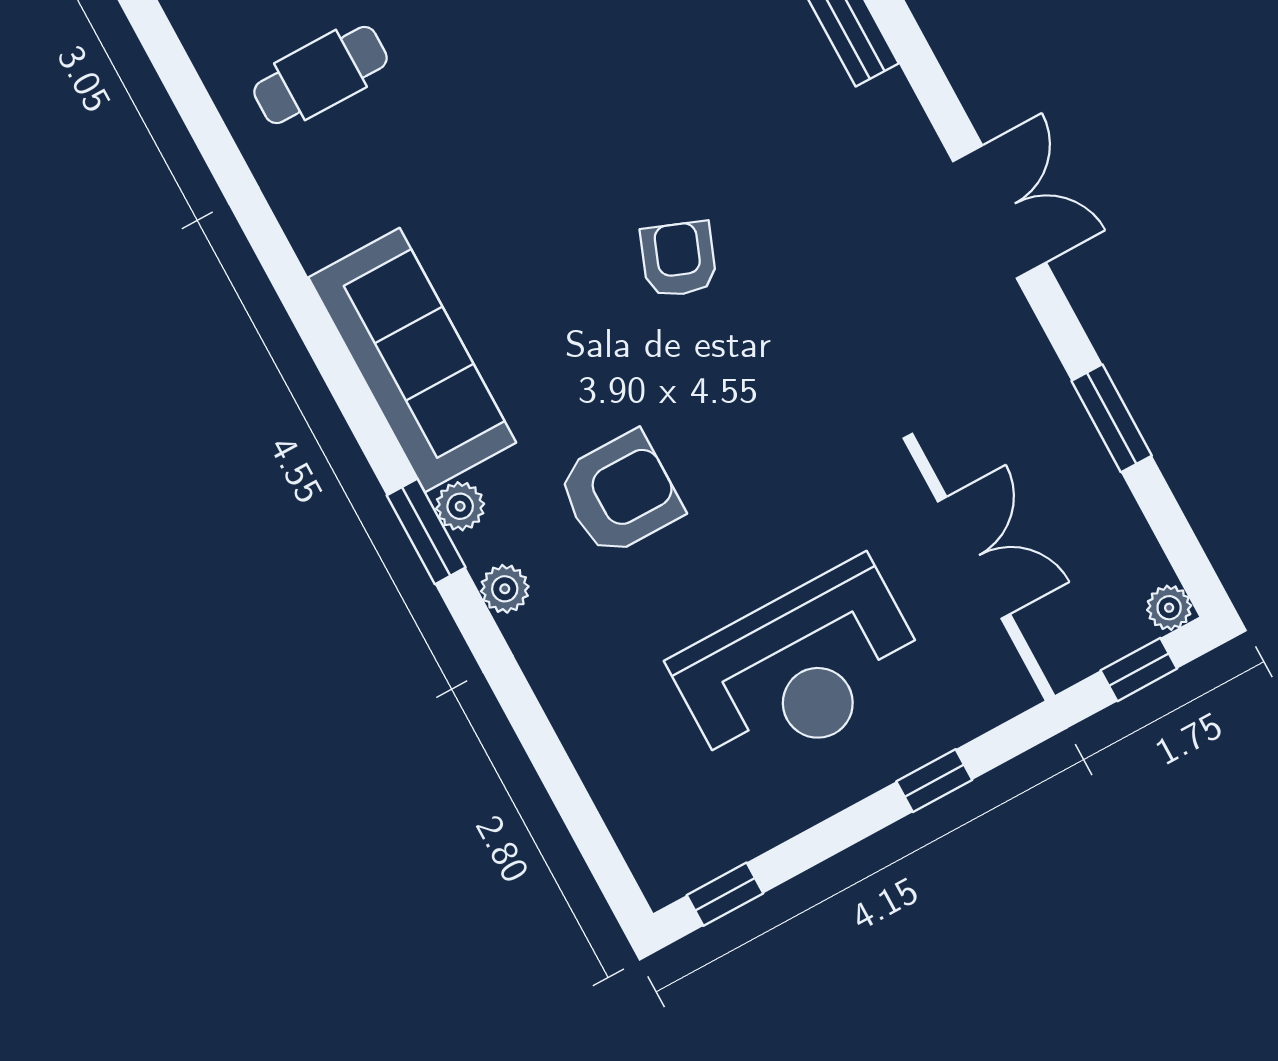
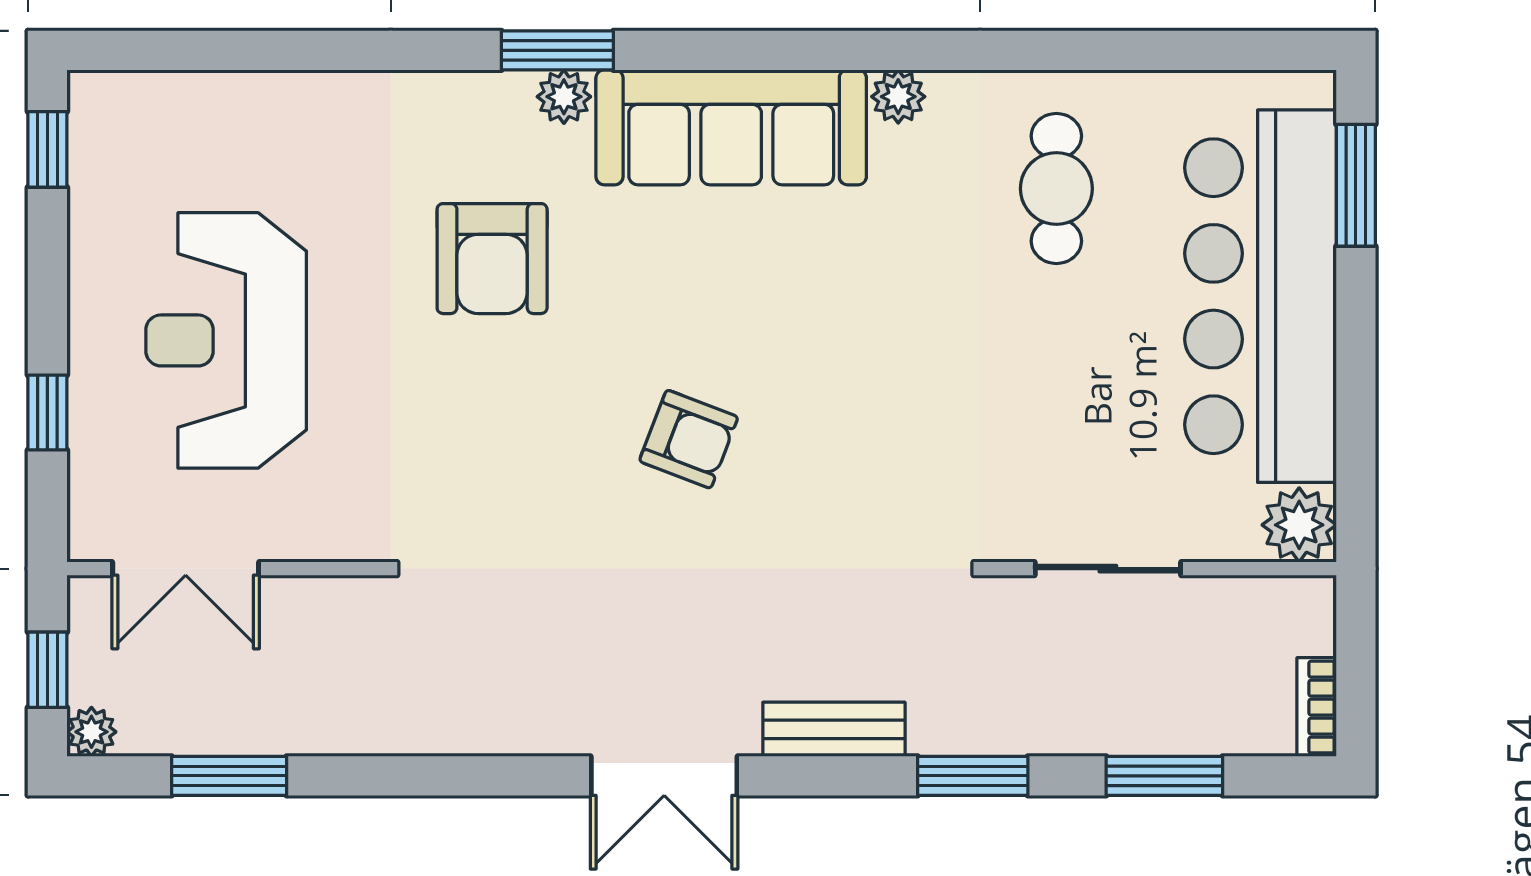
double door: (1000, 212) -> (664, 776), moved
window: (1112, 418) -> (229, 776), moved
double door: (974, 558) -> (186, 569), moved
plant: (505, 589) -> (898, 97), moved

